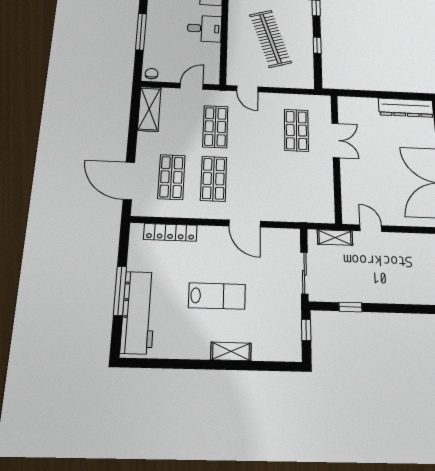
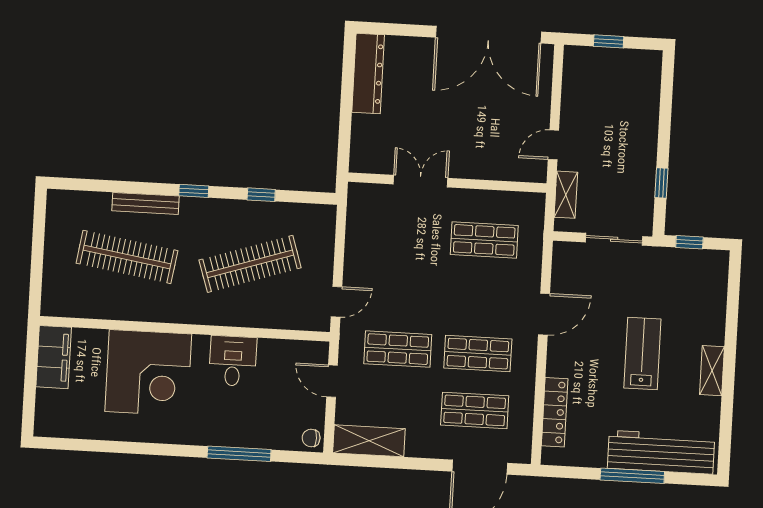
shop shelf: (296, 130) -> (484, 240), moved
shelving: (231, 351) -> (712, 371), moved

